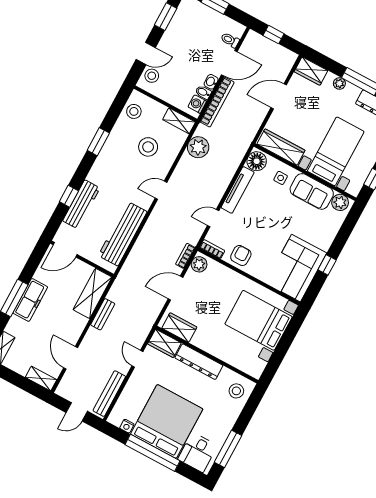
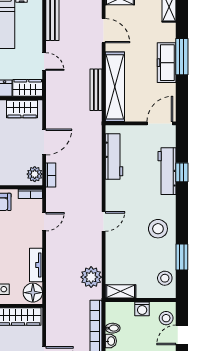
washing machine: (197, 104) -> (142, 309), moved, turned 90
window: (98, 142) -> (182, 257), moved
stool: (148, 147) -> (158, 229), moved
tv unit: (238, 190) -> (36, 265), width x0.71
workbench: (123, 234) -> (114, 157), width x0.73, depth x0.76
shelving: (93, 293) -> (115, 87), width x1.47
bench: (103, 314) -> (96, 90), width x1.36

